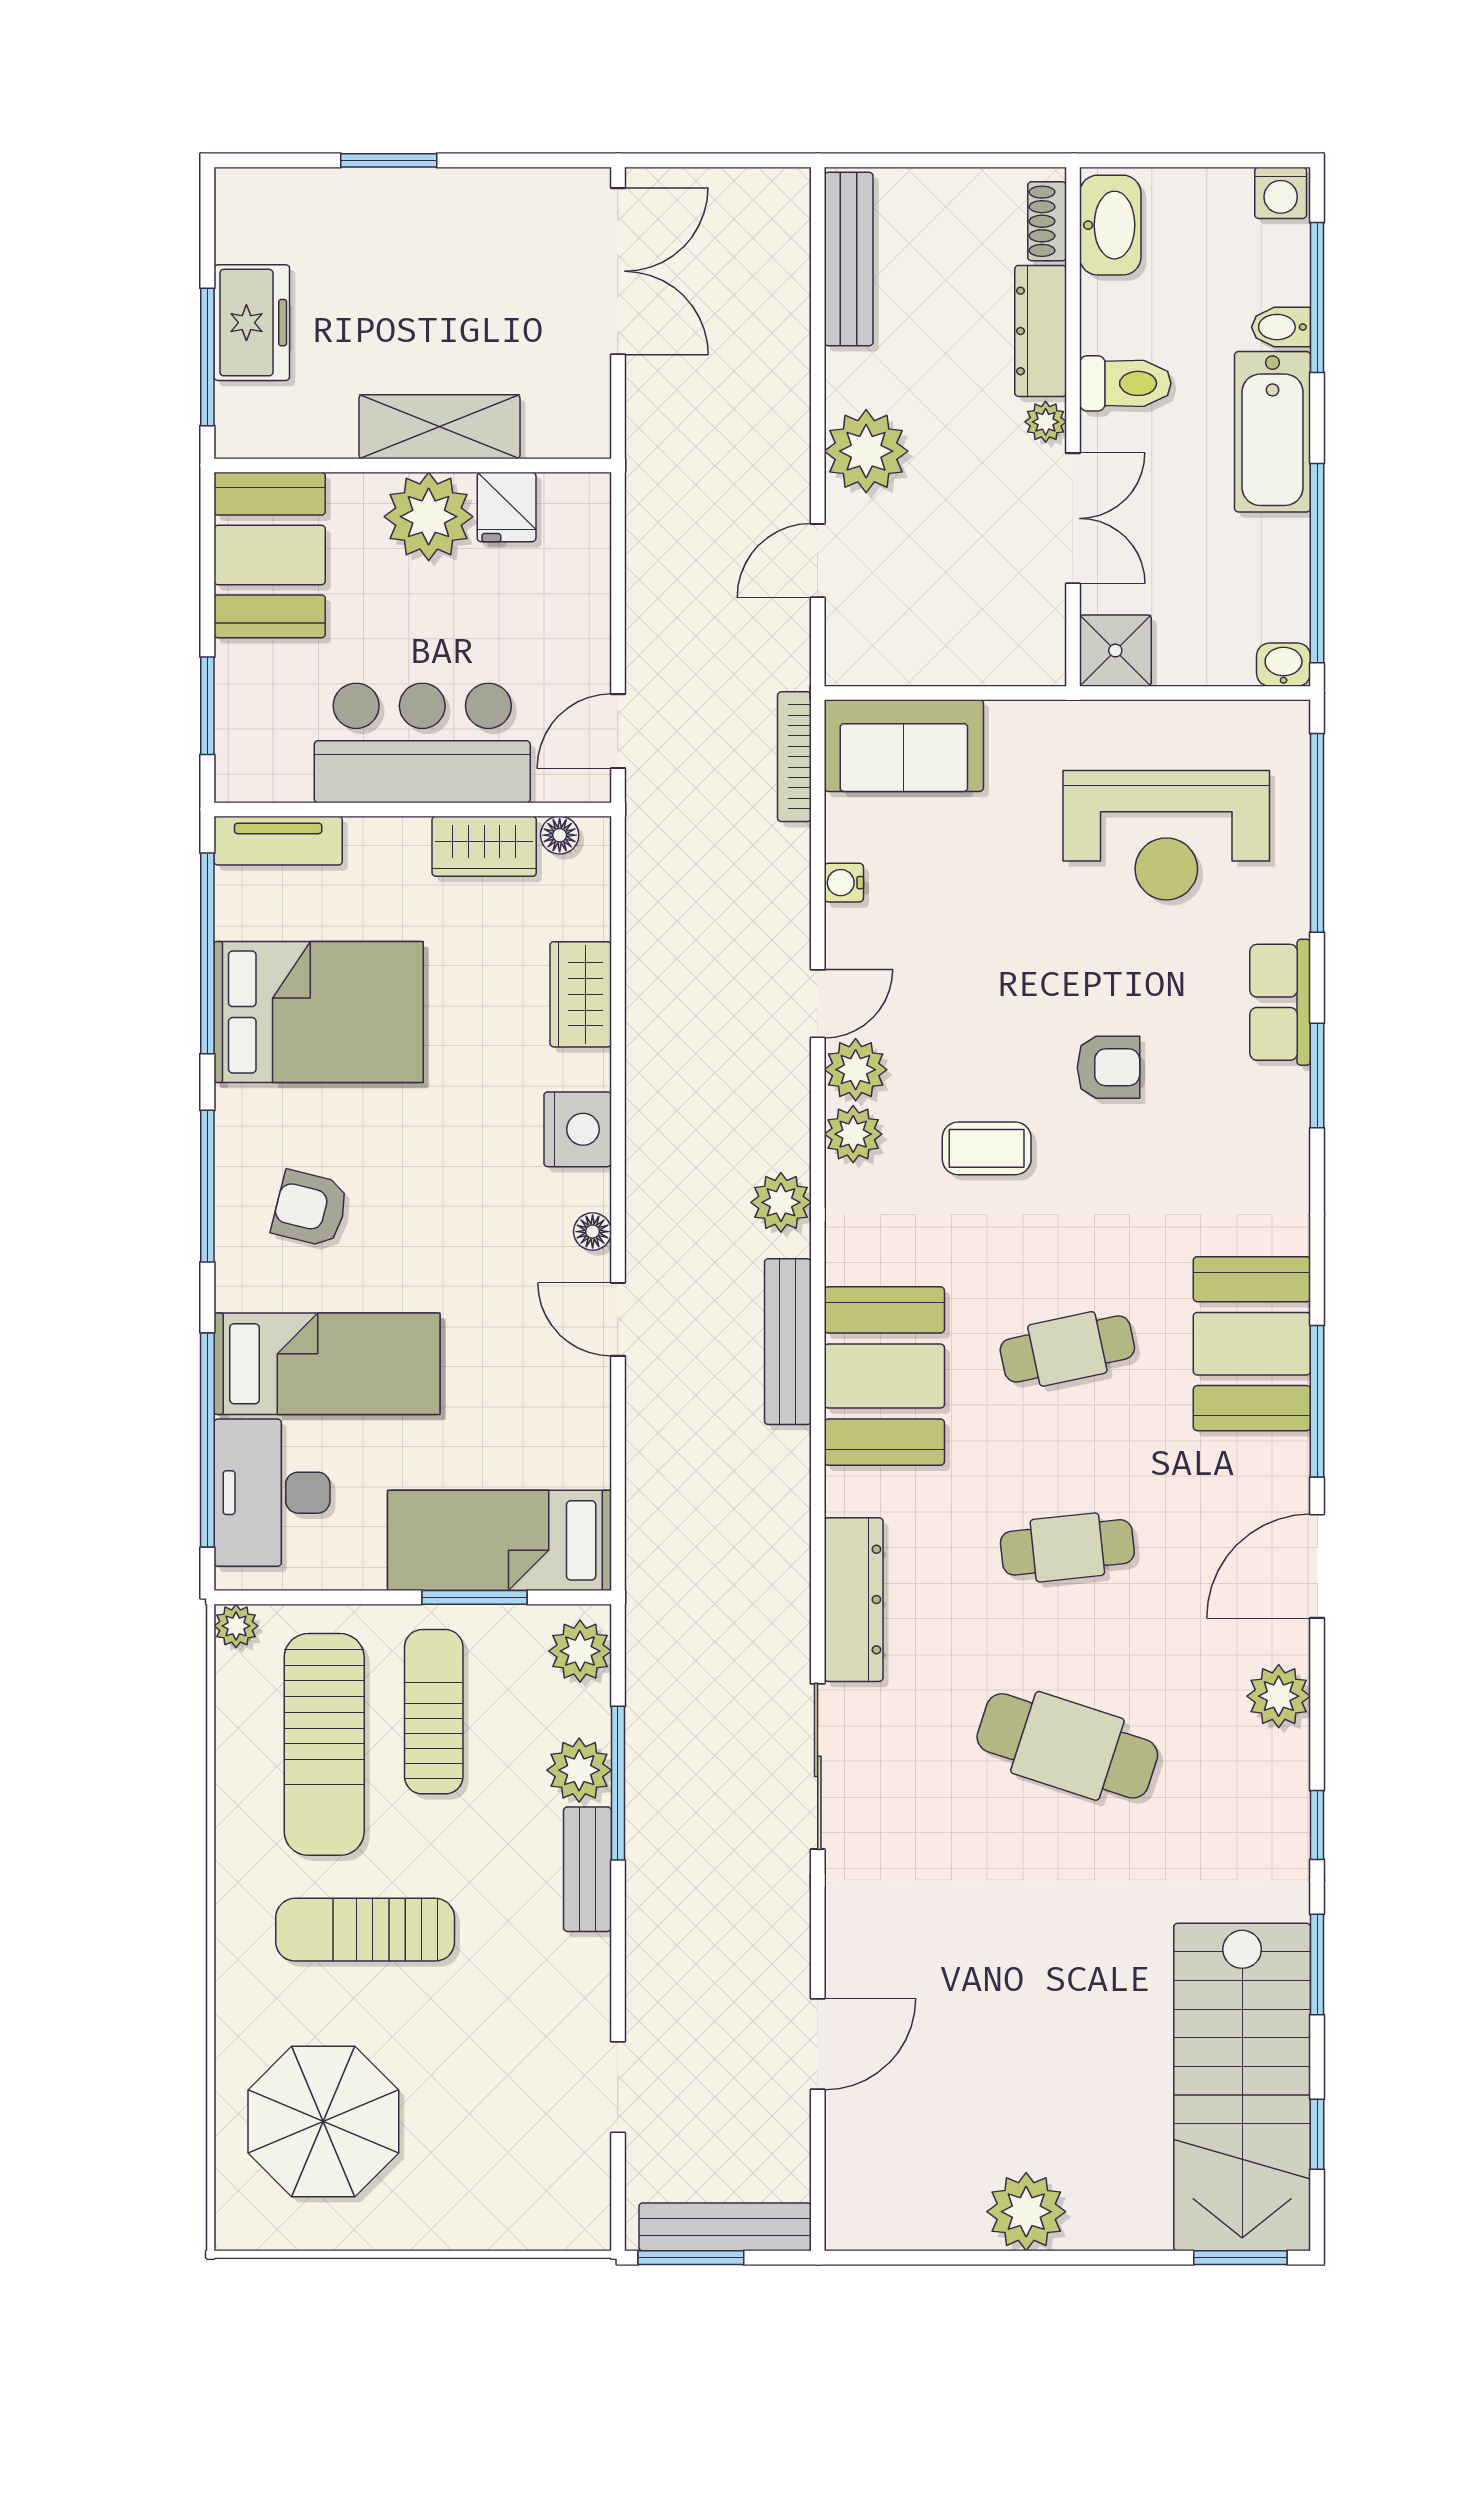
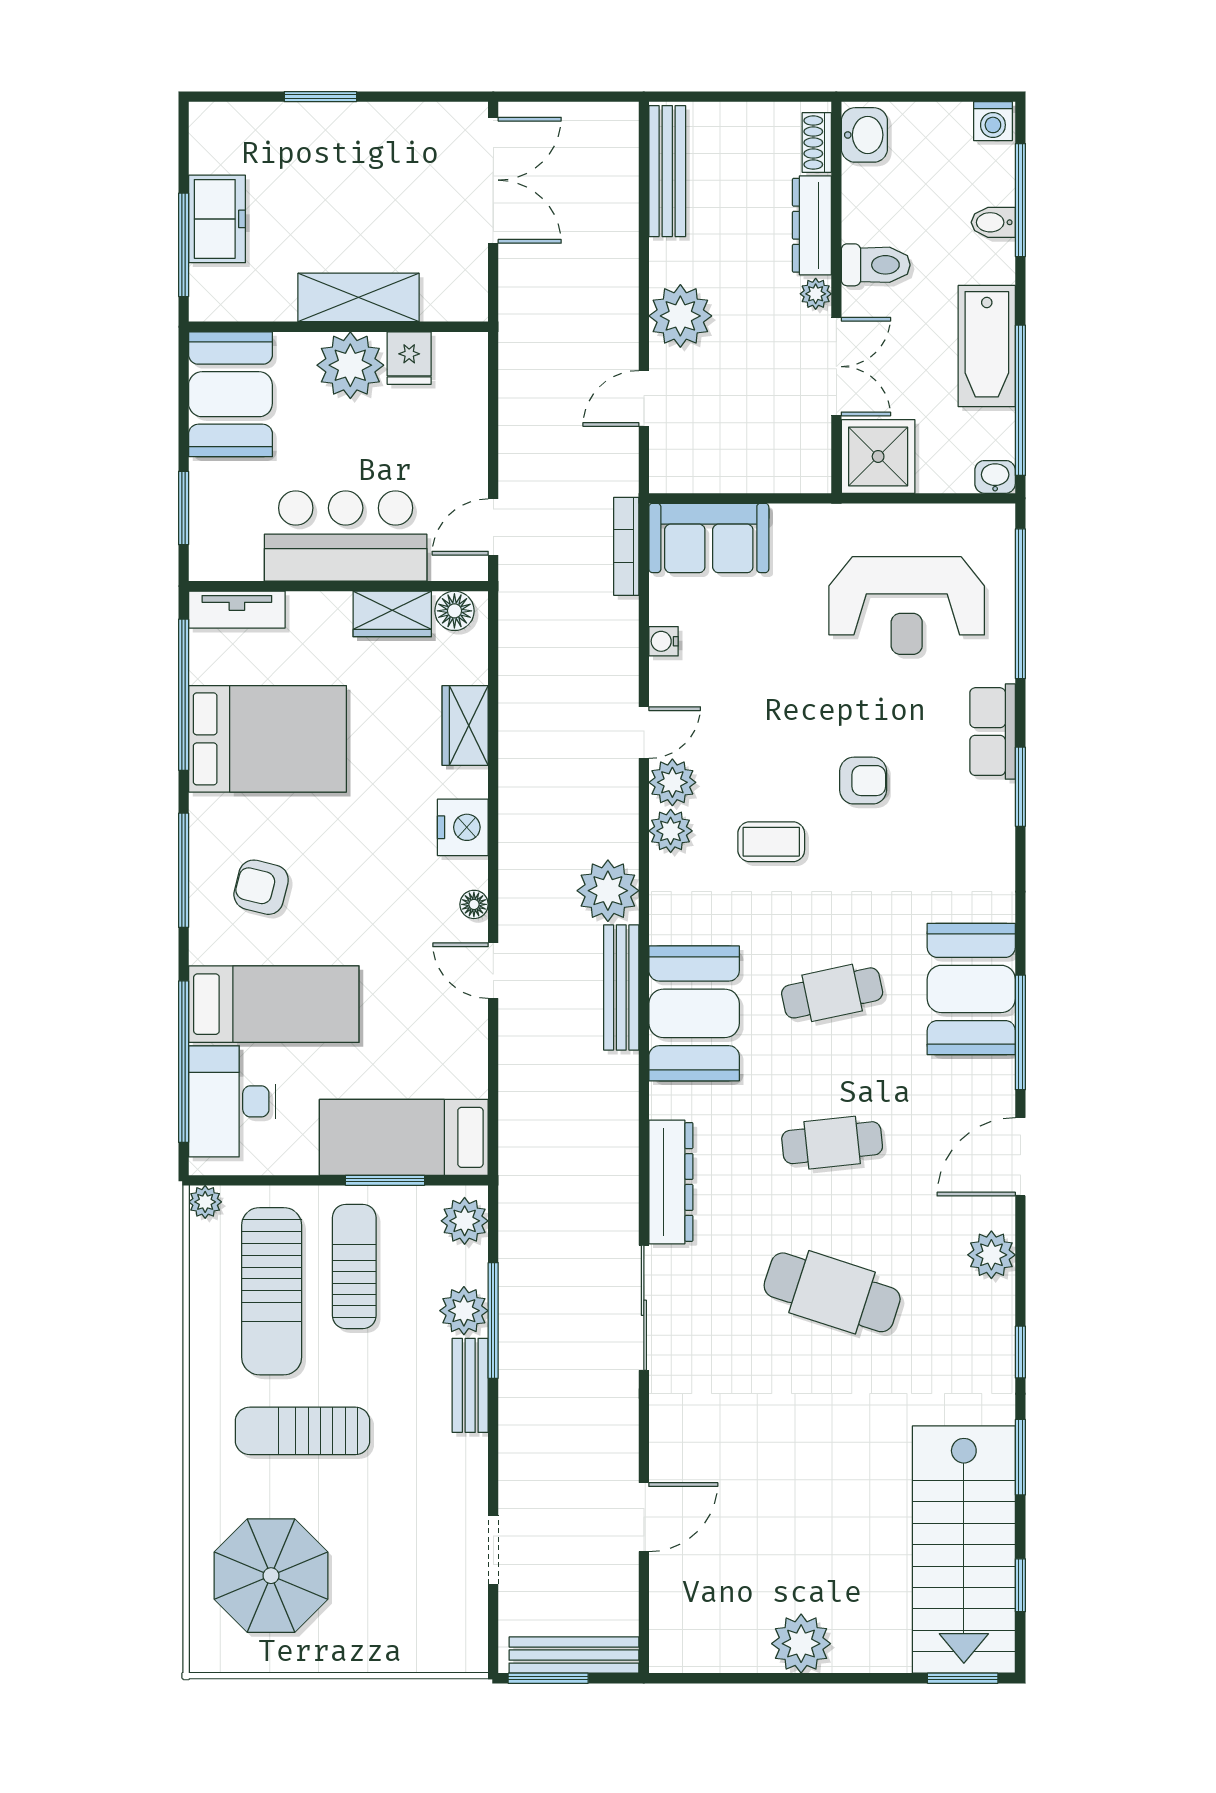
washbasin: (1110, 225) -> (864, 135), width x0.72
bathtub: (1273, 432) -> (987, 346), moved
shower: (1115, 651) -> (878, 456), width x1.36, depth x1.36
floor lamp: (560, 835) -> (454, 611), width x1.37, depth x1.37
plant: (781, 1202) -> (608, 891), width x1.36, depth x1.36

